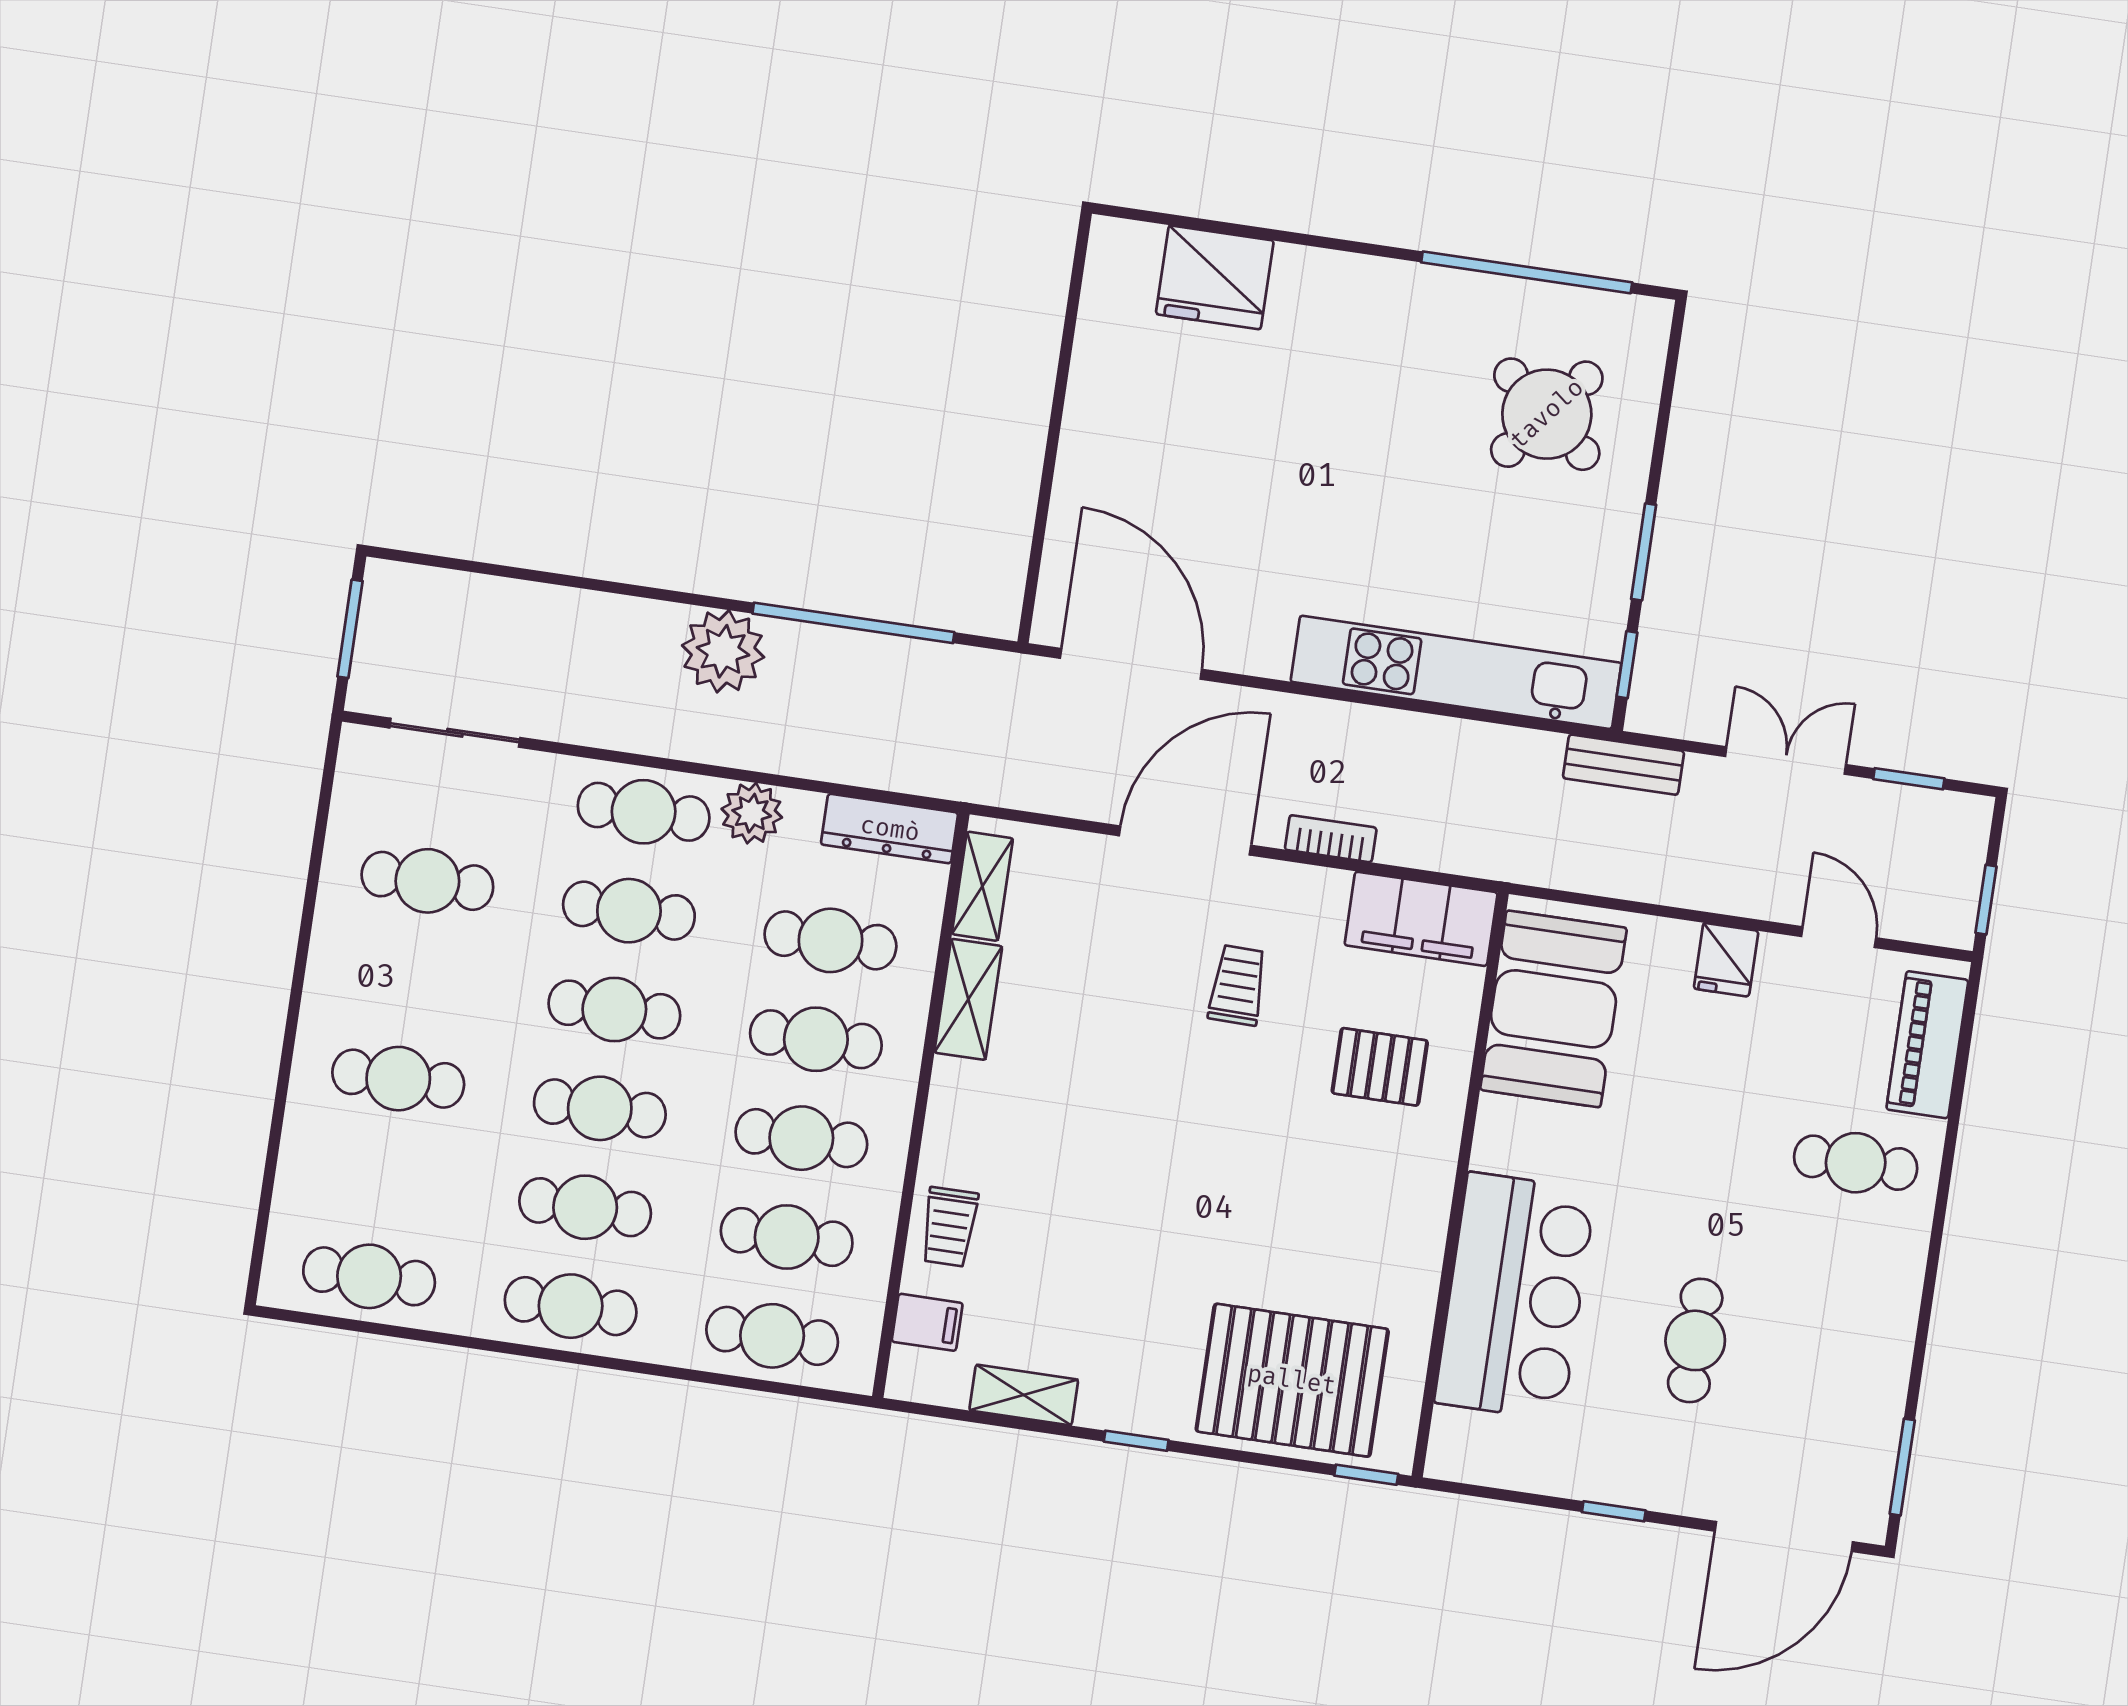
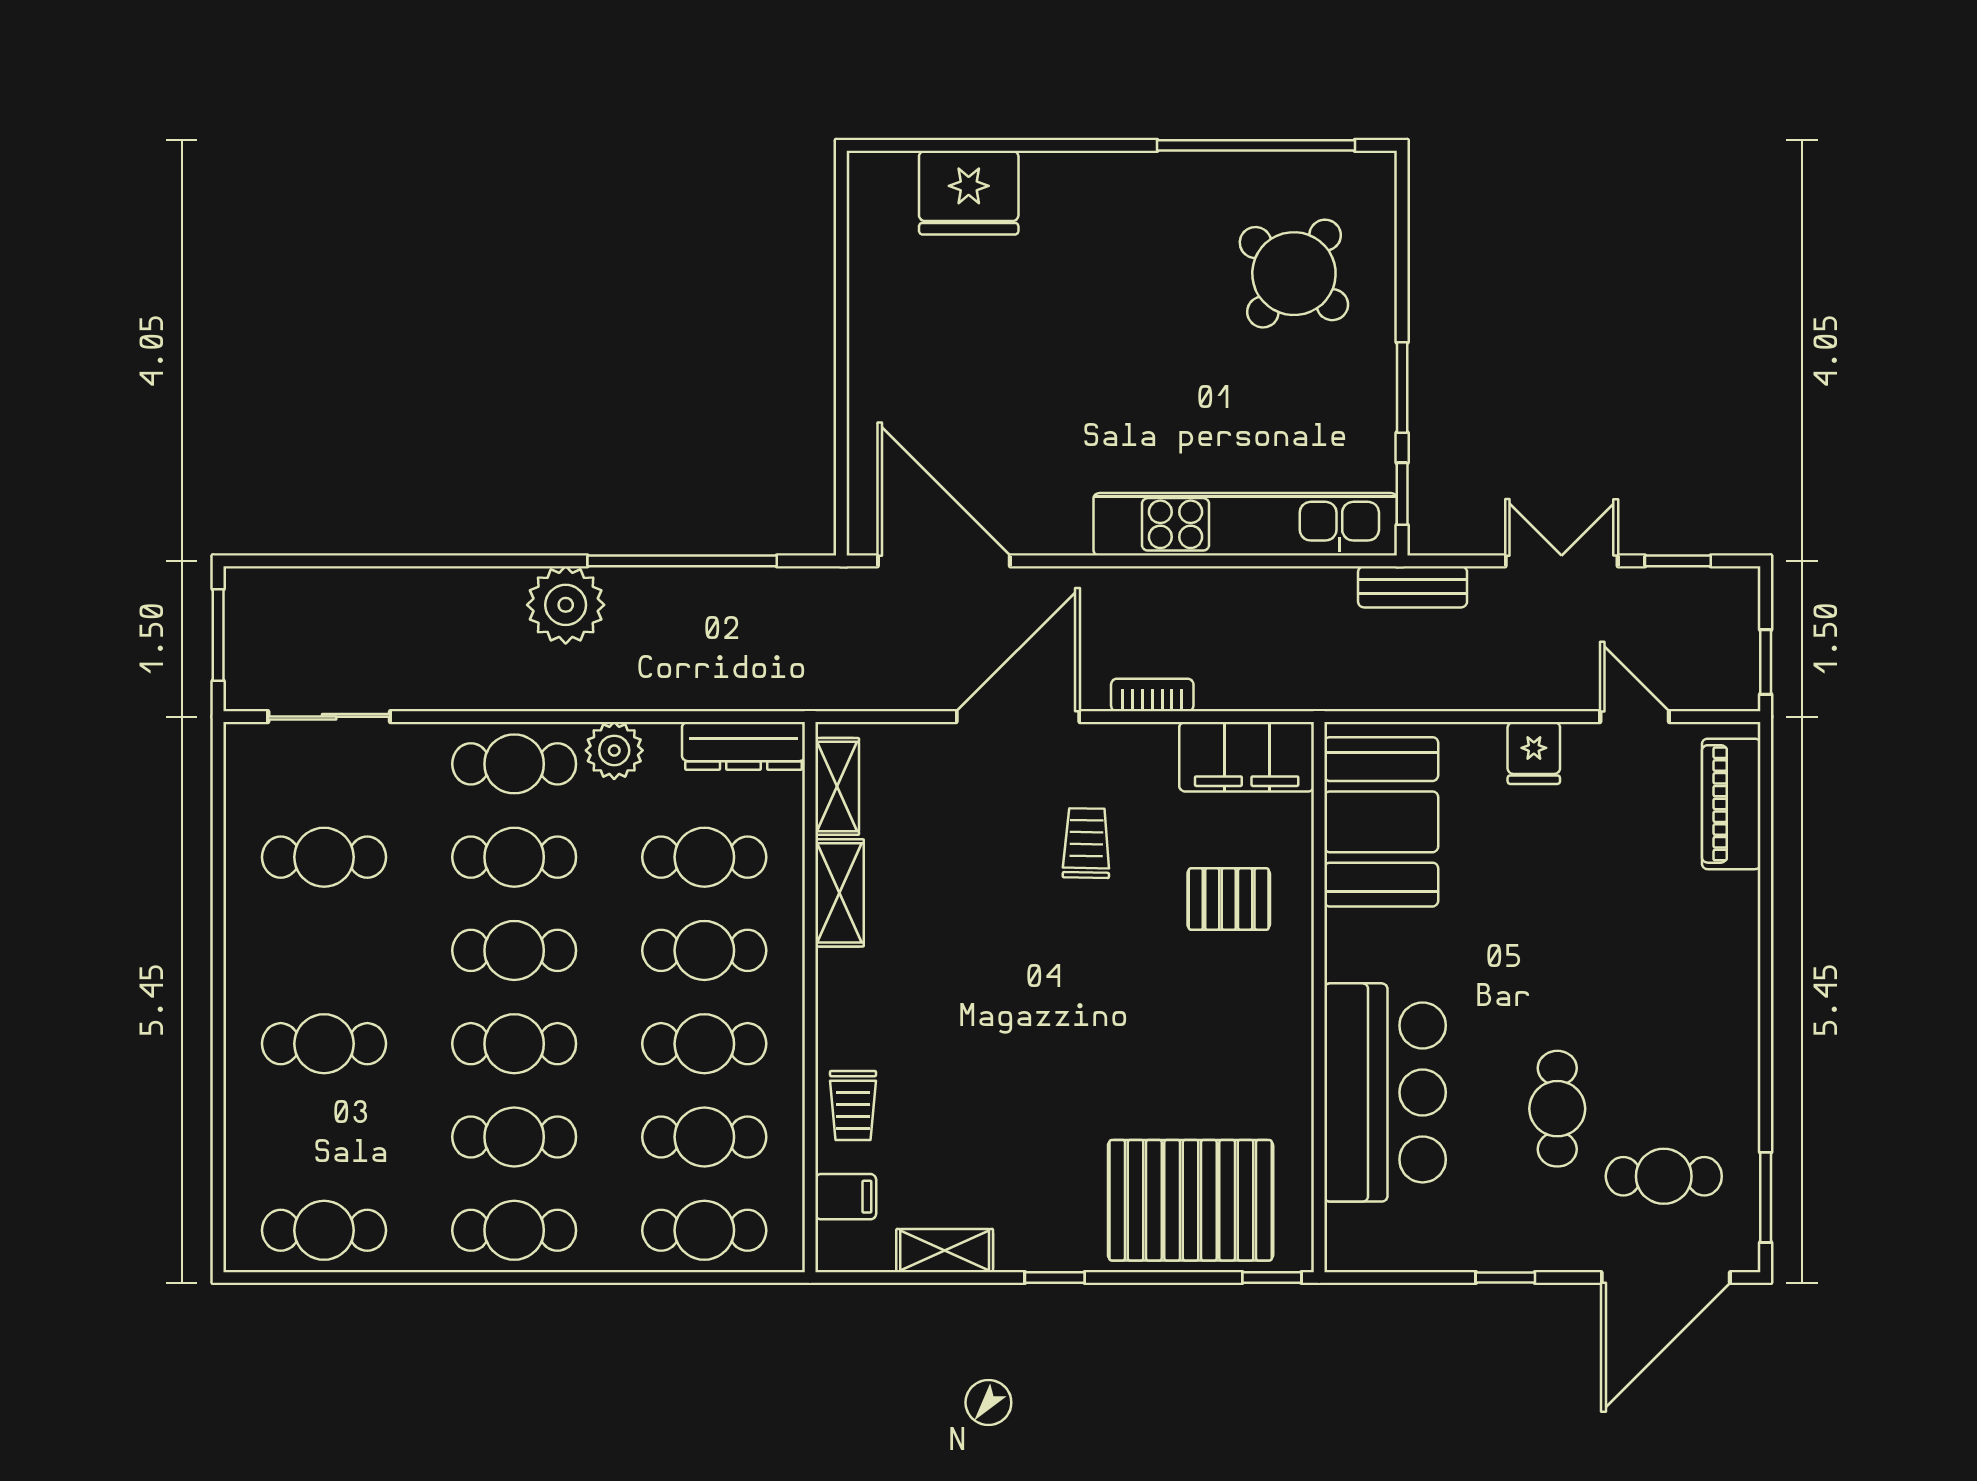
cafe table: (1856, 1163) -> (1664, 1176), moved

